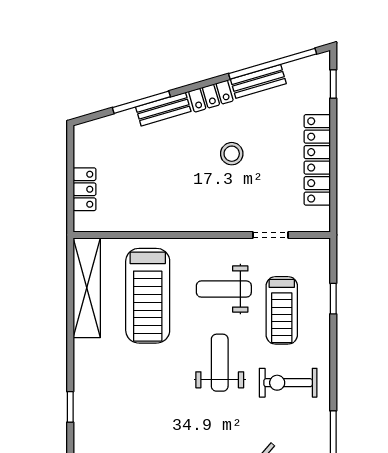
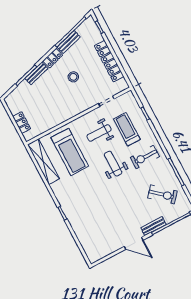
treadmill: (282, 310) -> (127, 129), turned 180

